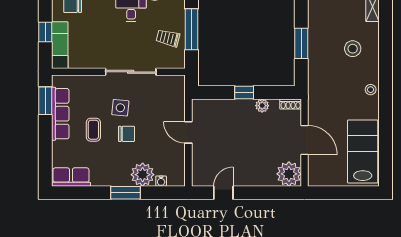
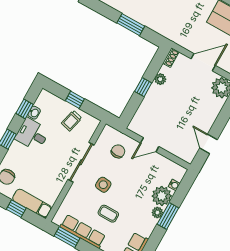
window: (192, 29) -> (75, 100), width x0.46
chair: (126, 134) -> (118, 151), moved
plant: (123, 180) -> (157, 212), added

